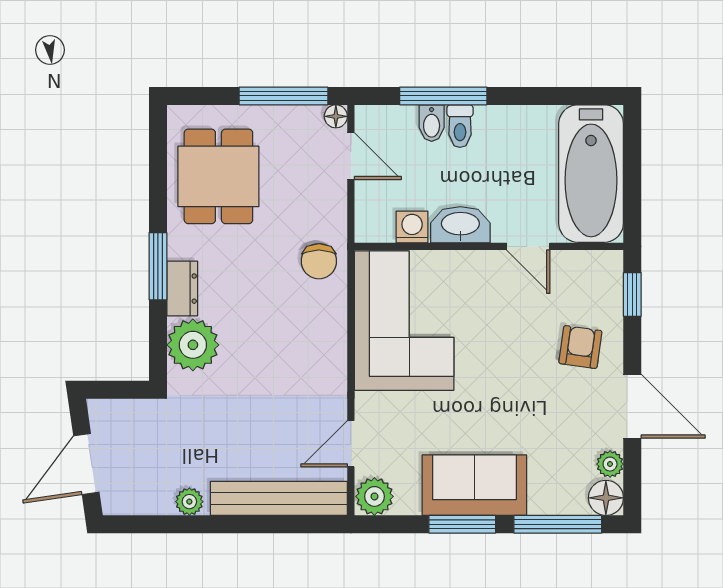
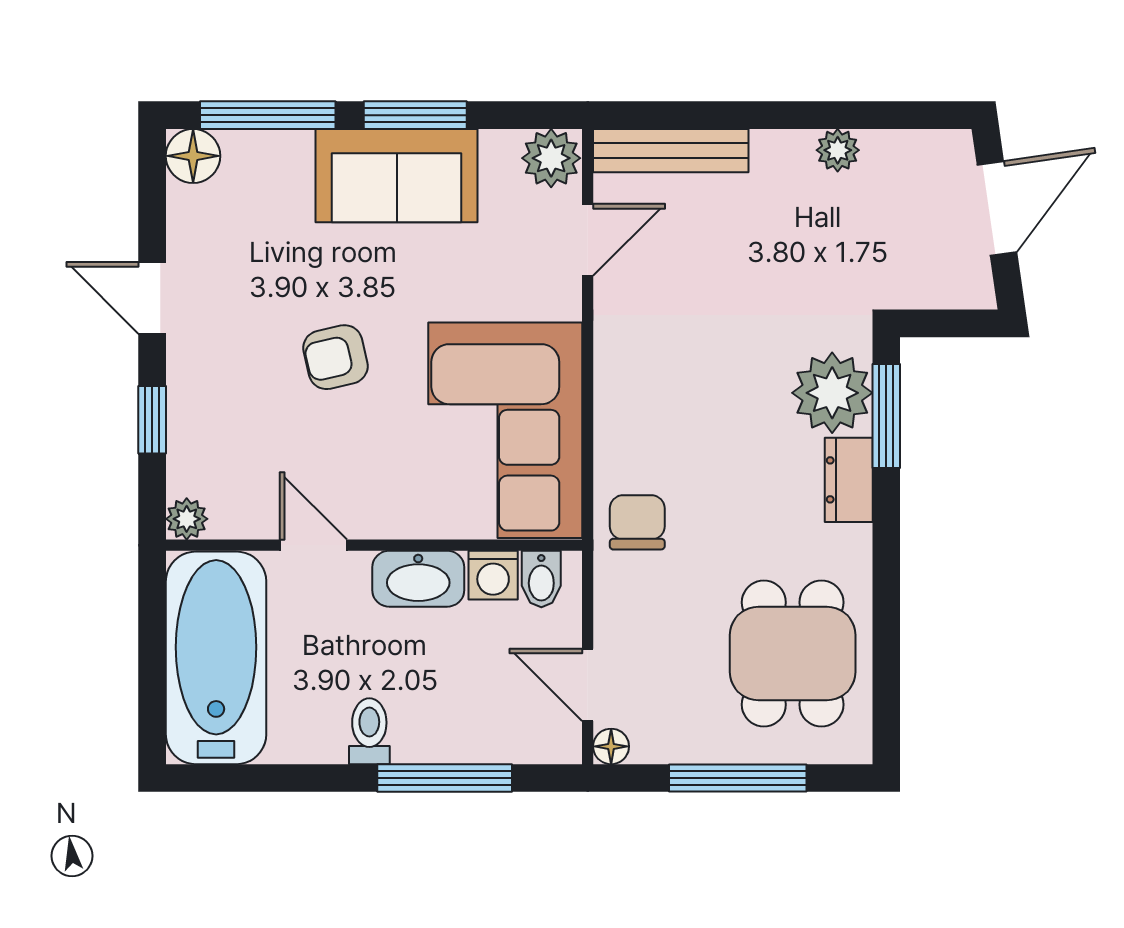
window: (284, 96) -> (738, 778), moved
bidet: (432, 123) -> (541, 579), moved, turned 180
toilet: (460, 126) -> (369, 731), moved
window: (158, 266) -> (886, 416), moved
window: (632, 294) -> (152, 420), moved
armchair: (580, 347) -> (335, 357), moved, turned 69
door: (632, 406) -> (152, 298), width x0.73
plant: (610, 464) -> (187, 519), moved
bench: (279, 498) -> (671, 151), width x0.73, depth x0.82

